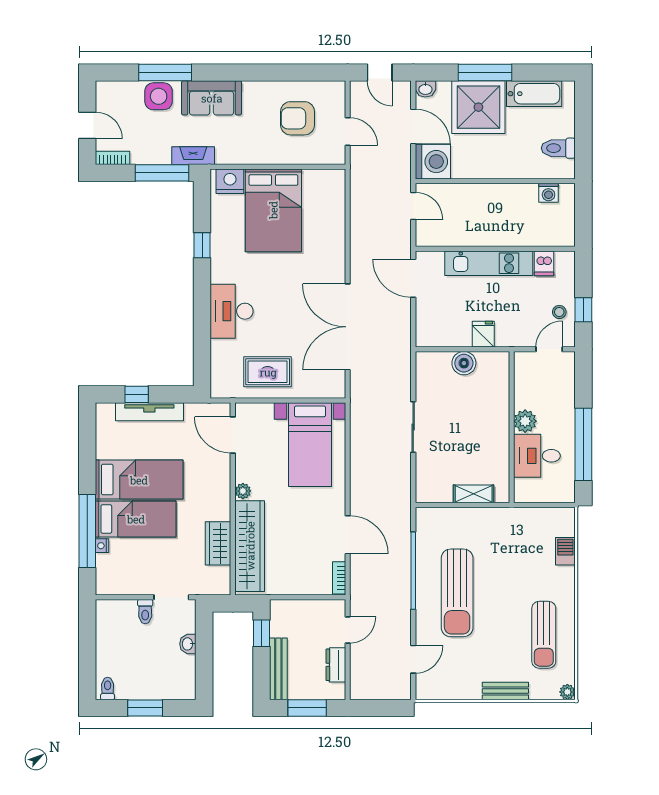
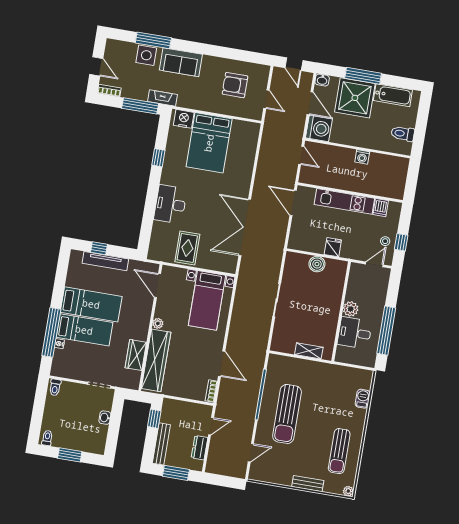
washing machine: (549, 193) -> (362, 157), moved
rug: (268, 372) -> (187, 248), turned 90
toilet: (145, 612) -> (55, 387), moved

